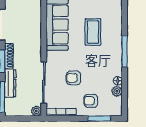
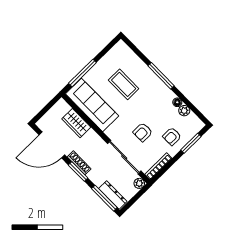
wardrobe: (34, 26) -> (76, 123), added
dresser: (10, 83) -> (113, 195), moved

